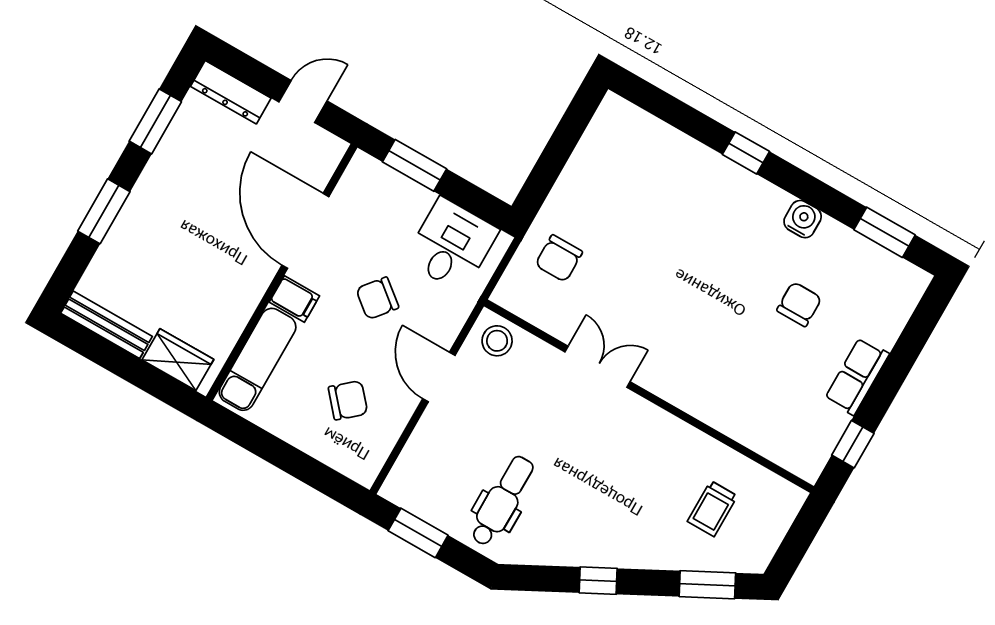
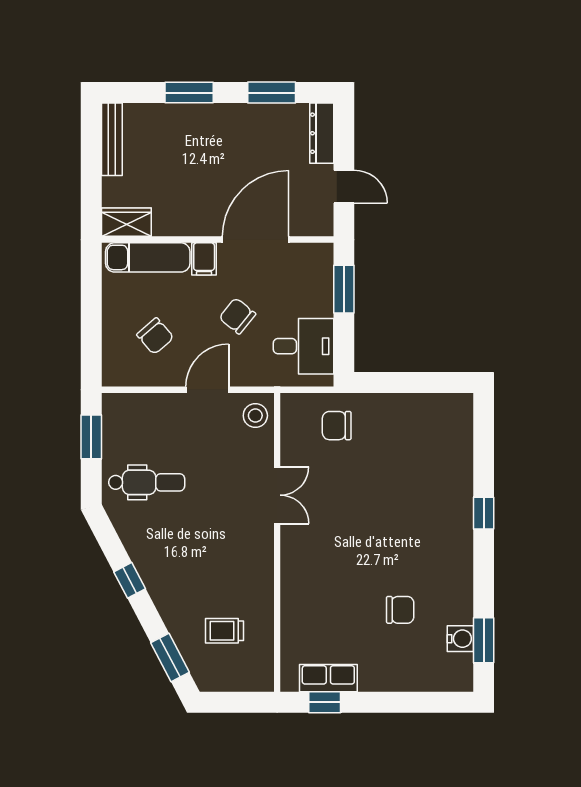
water cooler: (803, 219) -> (460, 639), moved
wardrobe: (178, 360) -> (126, 222), moved, turned -90
row of seats: (857, 376) -> (328, 678), moved

